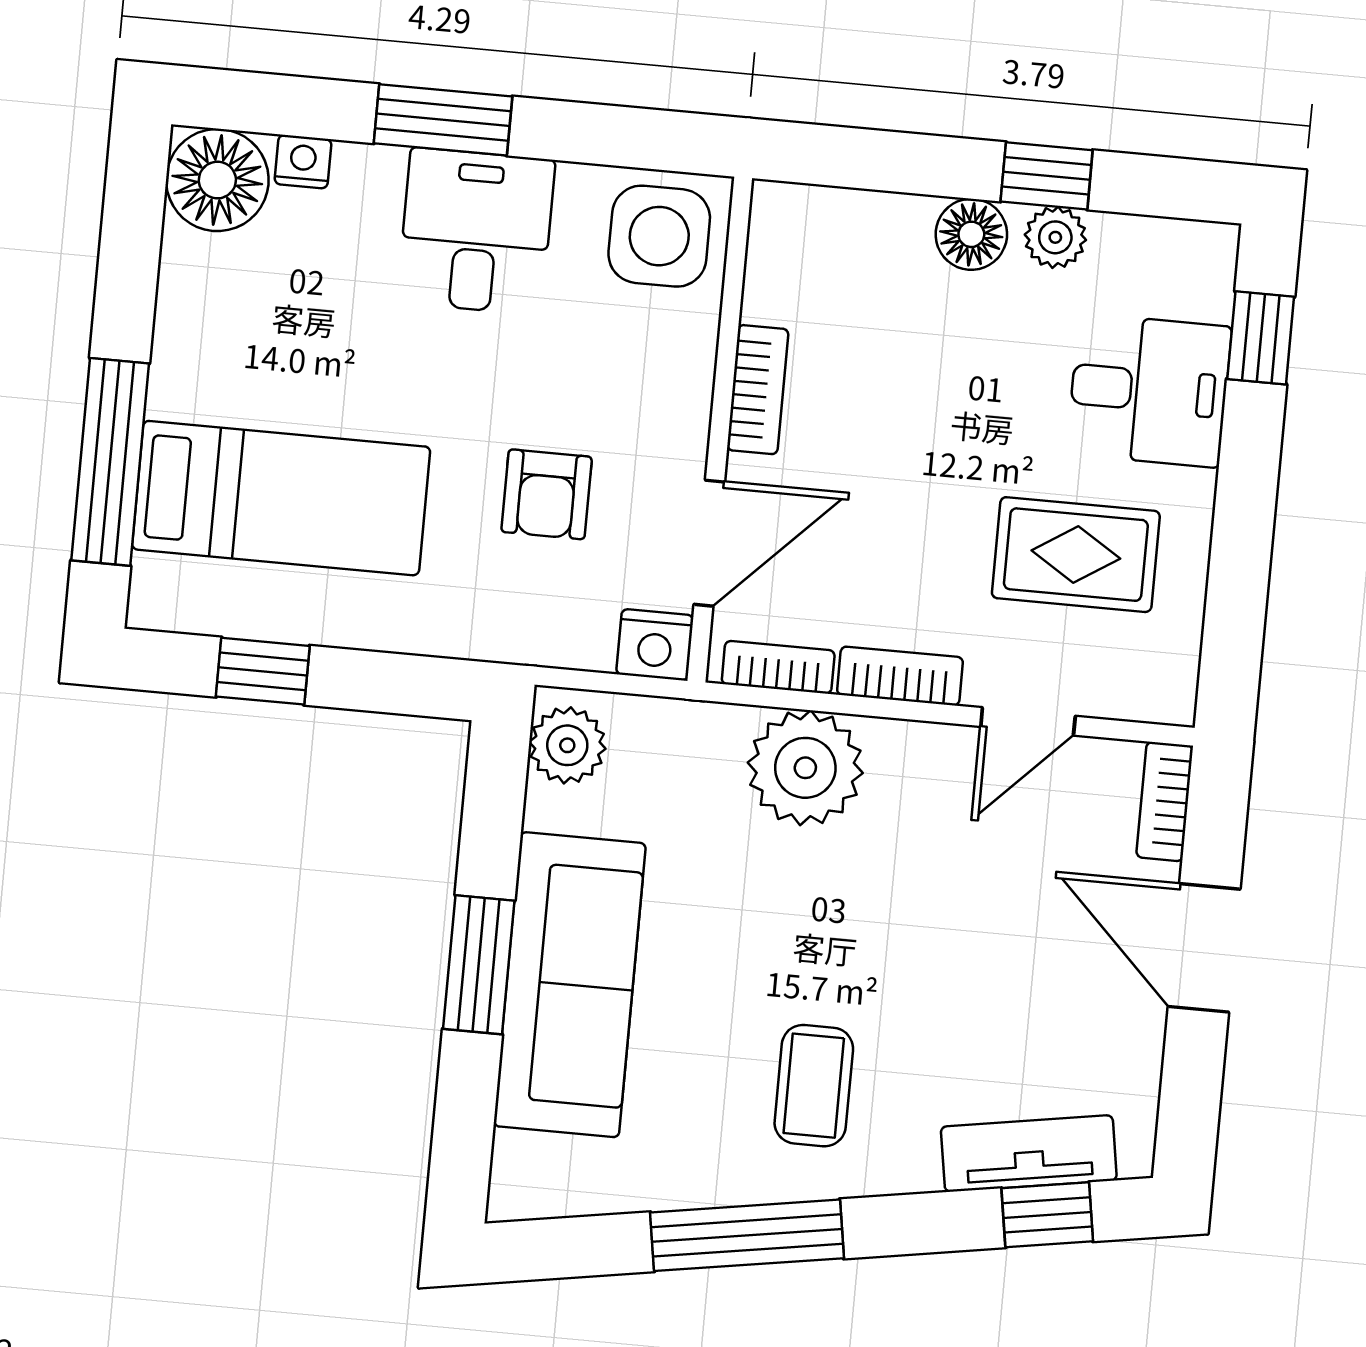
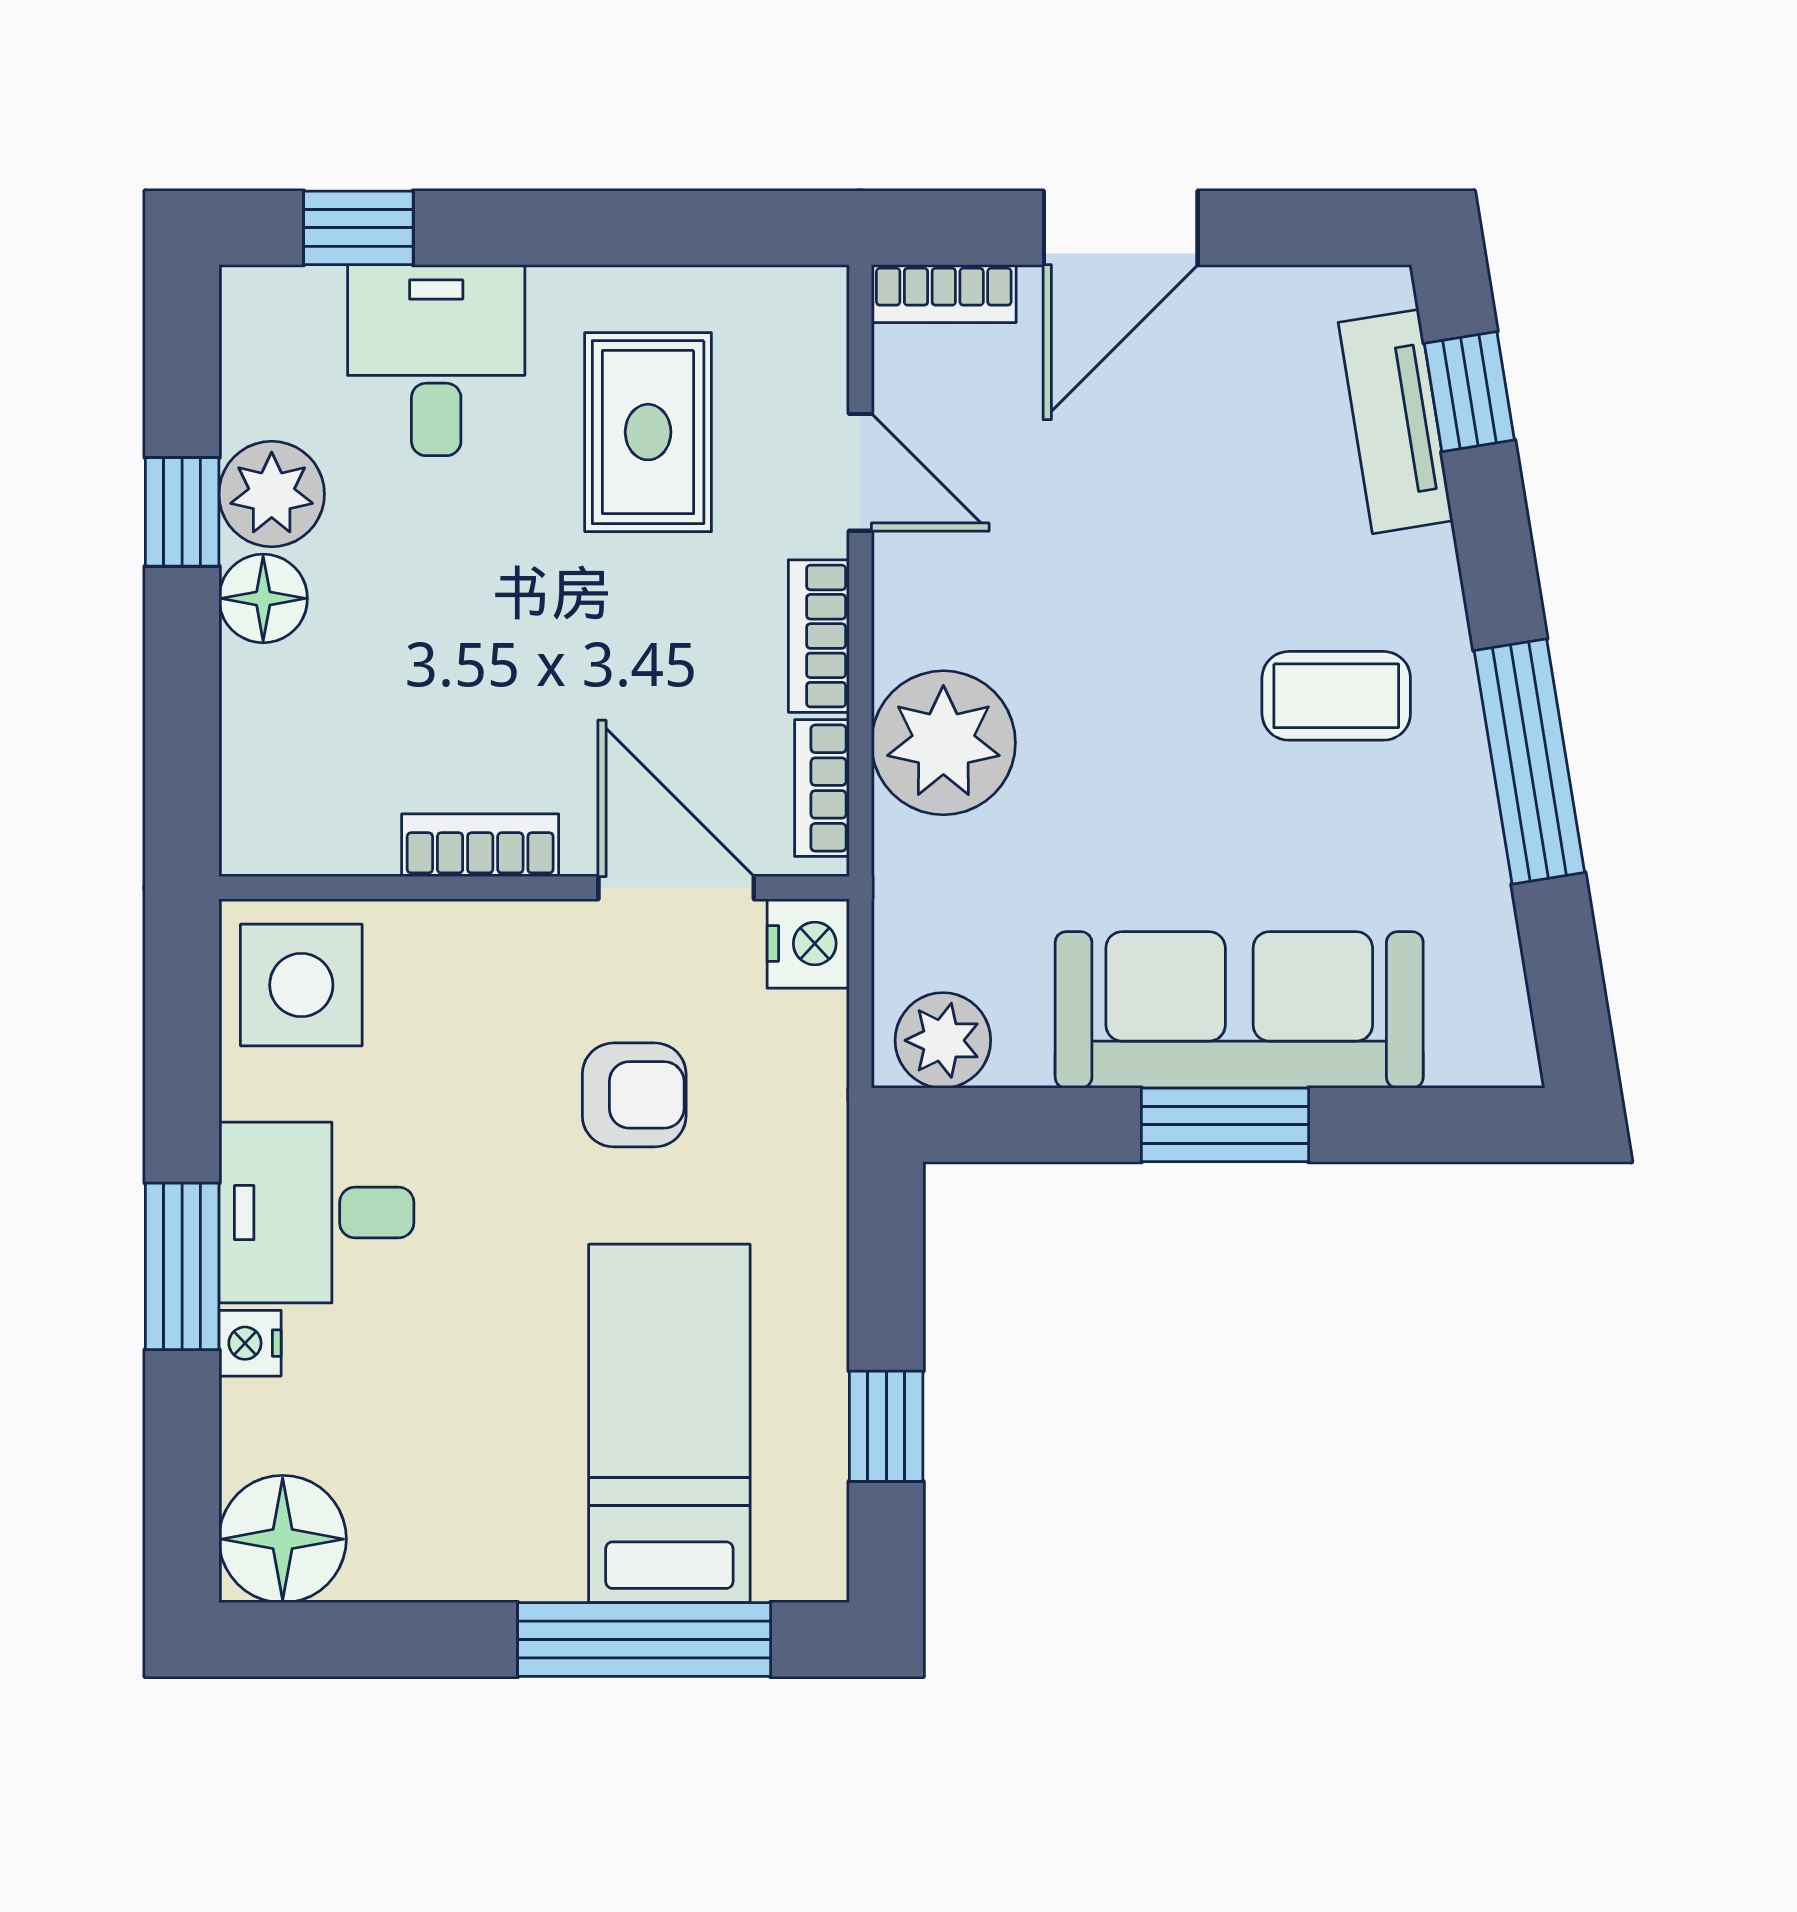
nightstand: (303, 162) -> (250, 1343), moved
plant: (1055, 237) -> (272, 494), width x1.38, depth x1.38

